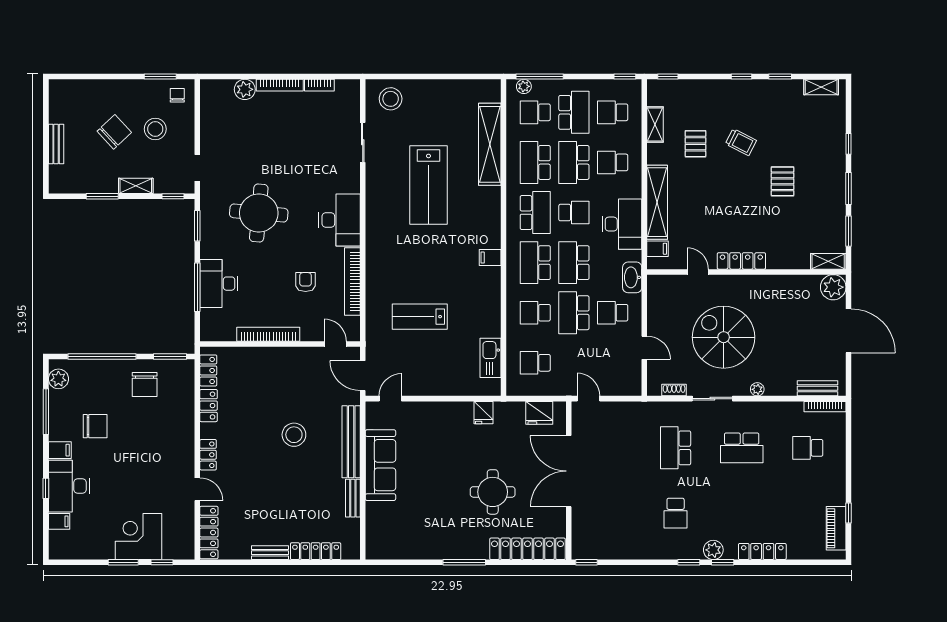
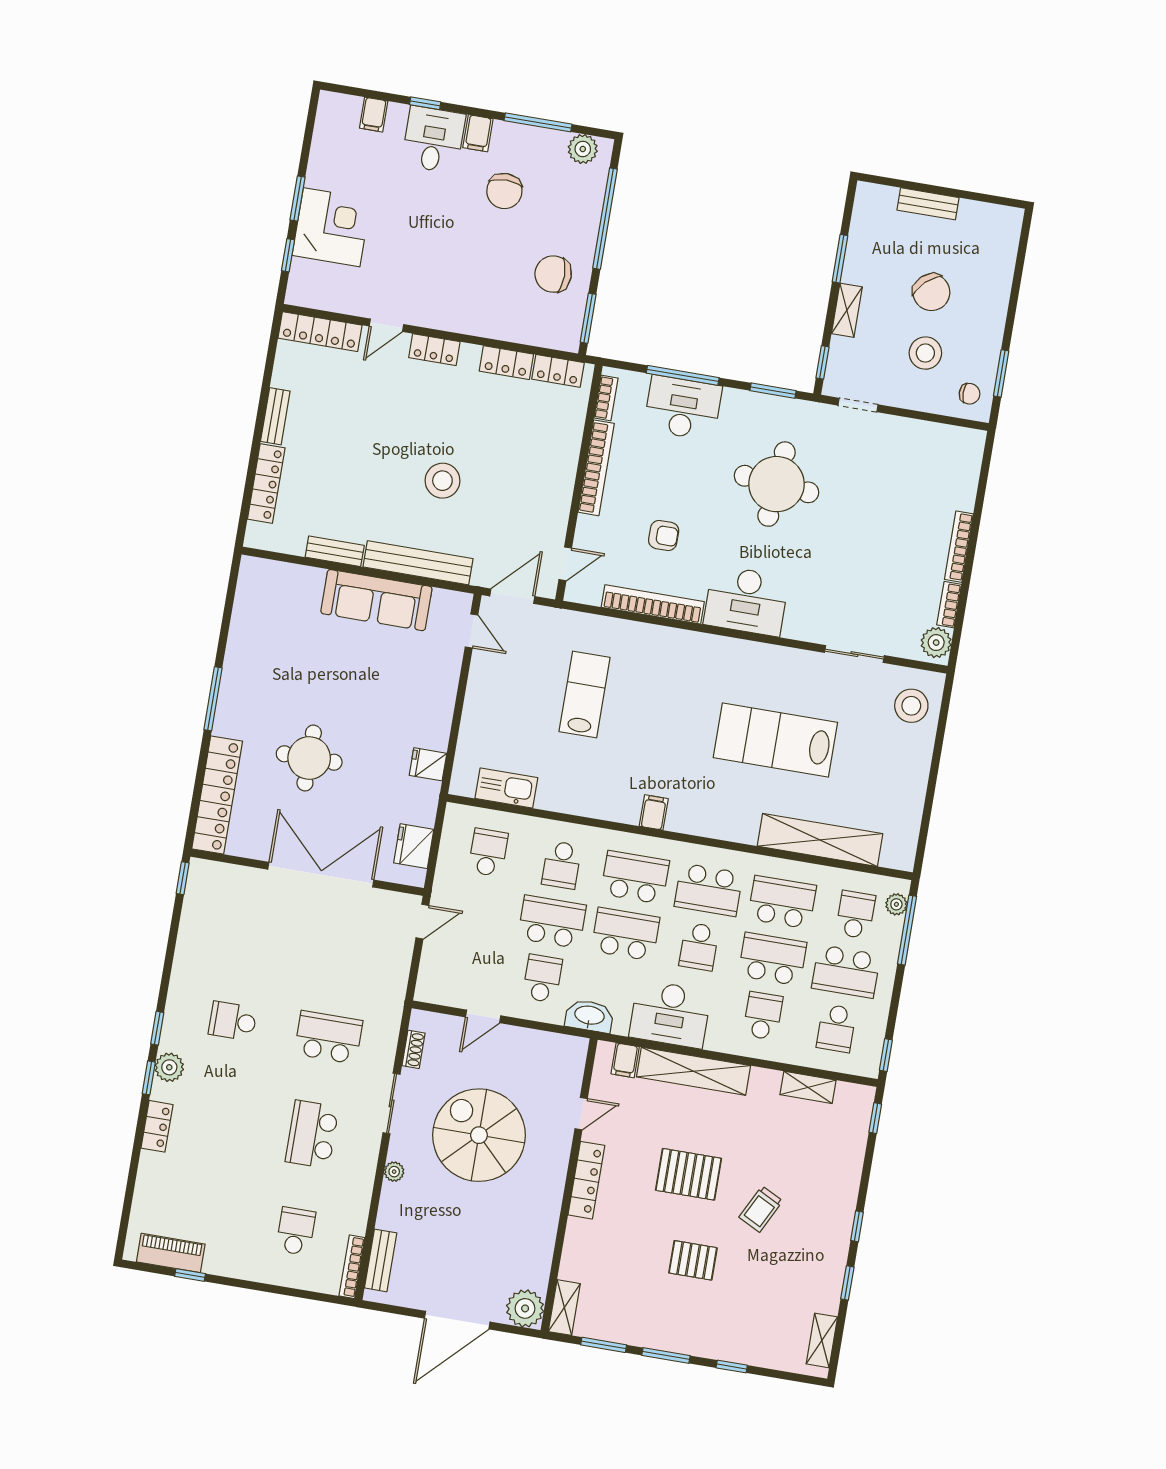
plant: (245, 89) -> (936, 643), moved
school desk: (613, 112) -> (836, 1028), turned 180
pallet: (695, 144) -> (688, 1174), moved, width x1.50, depth x1.42
school desk: (535, 313) -> (562, 865), turned 180
bookcase: (221, 336) -> (606, 398), added
spiral stairs: (724, 337) -> (479, 1135), turned -90
desk: (69, 486) -> (433, 140), width x0.73
locker: (762, 552) -> (157, 1126), width x0.66

